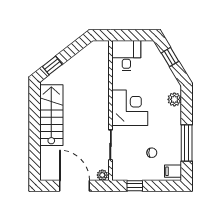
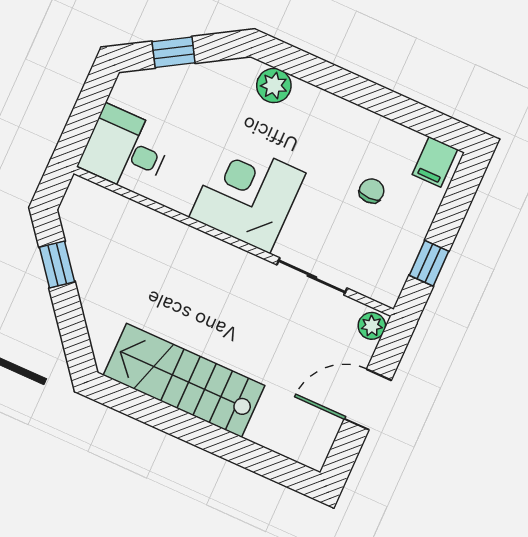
window: (52, 65) -> (57, 264), moved
window: (187, 143) -> (385, 102), removed
door: (75, 186) -> (368, 400), width x0.73

